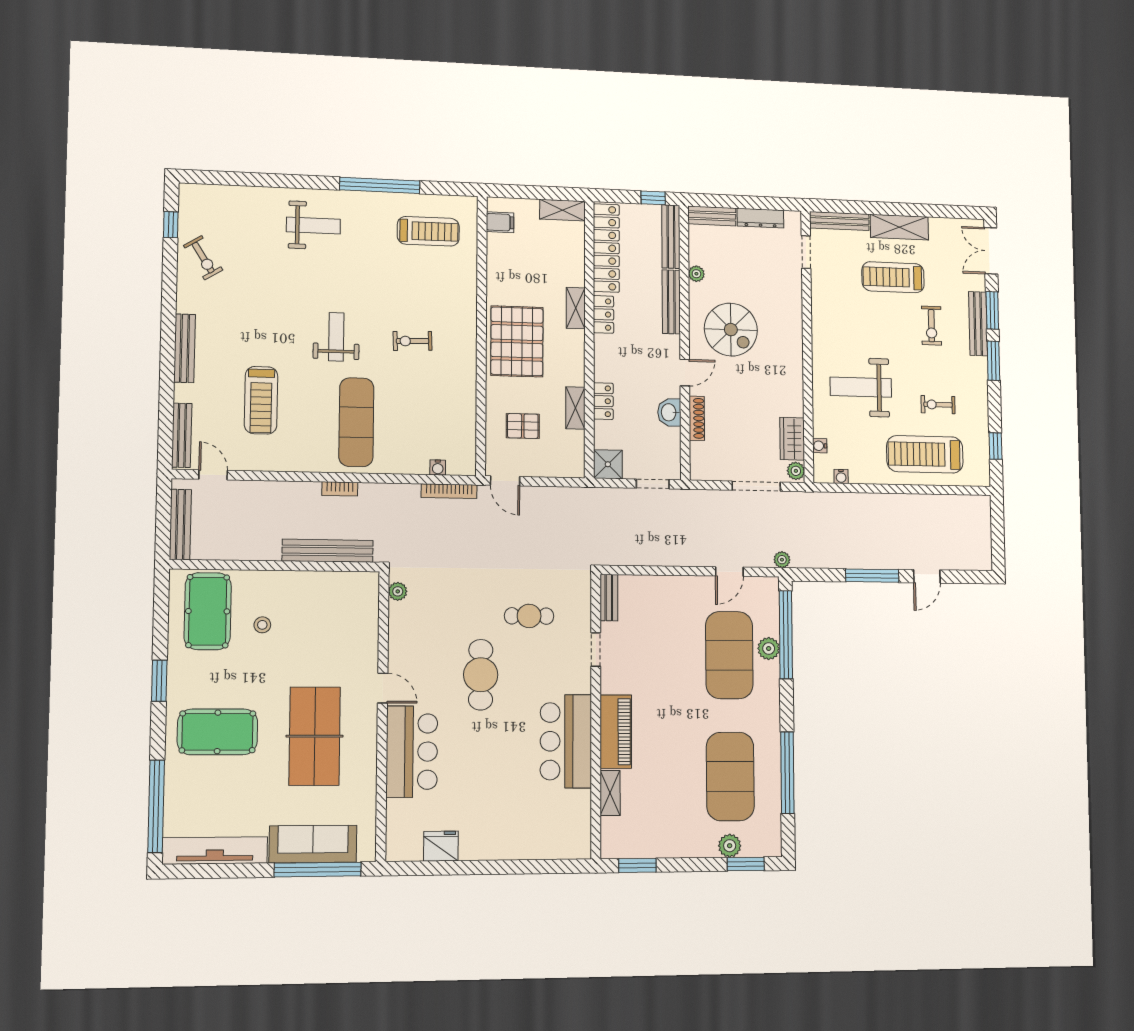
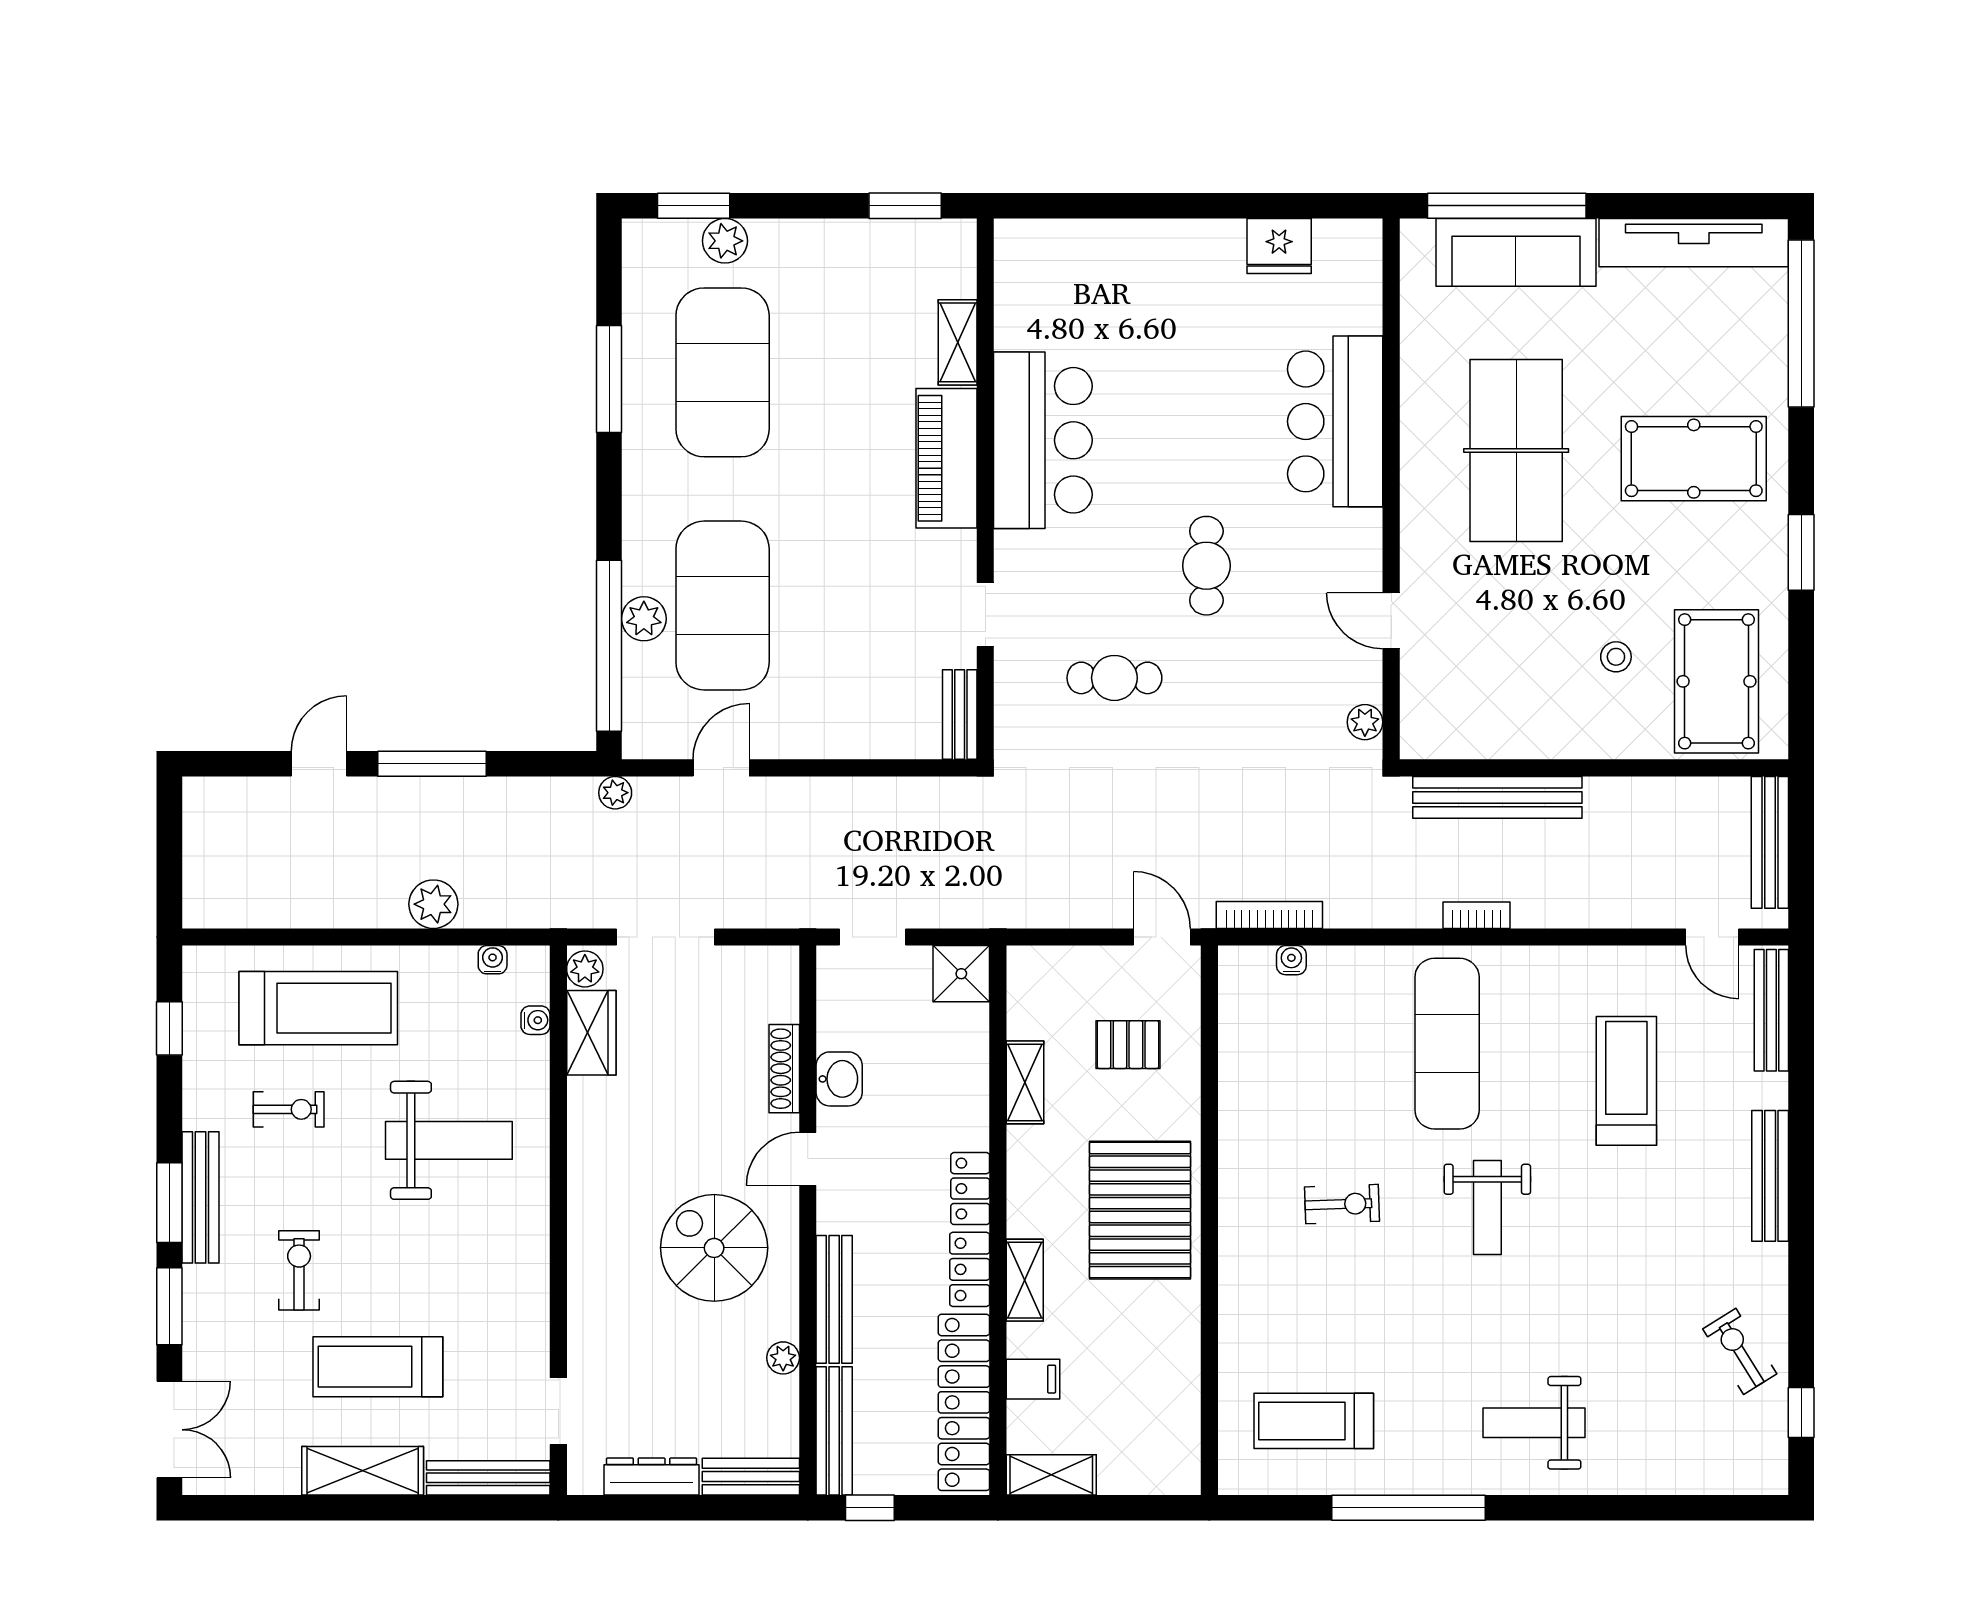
filing cabinet: (500, 222) -> (1033, 1379), moved, turned 180
treadmill: (893, 277) -> (378, 1367), turned 180
bench: (978, 324) -> (200, 1197), moved
locker: (603, 401) -> (970, 1189), moved
plant: (870, 505) -> (433, 904), added
cafe table: (481, 675) -> (1206, 566), width x0.73, depth x0.74
door: (383, 688) -> (1391, 621), moved
window: (787, 773) -> (609, 379), width x0.68

